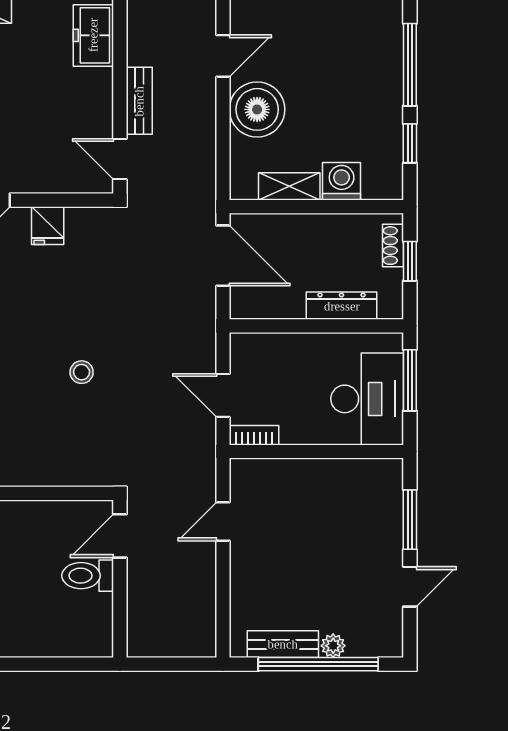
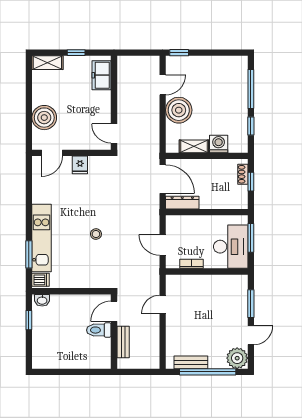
bench: (139, 101) -> (123, 342), moved
dresser: (342, 306) -> (182, 203), moved
bookcase: (254, 435) -> (191, 264), moved
plant: (333, 646) -> (237, 358), moved, width x1.87, depth x1.87

